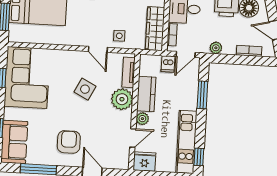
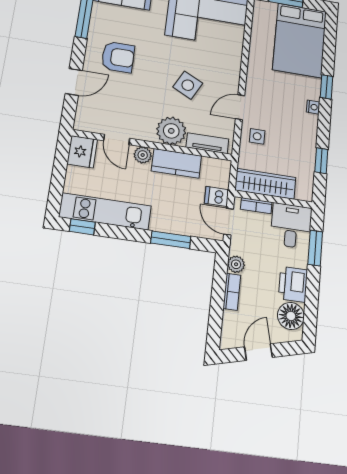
bookcase: (249, 51) -> (232, 292), moved

